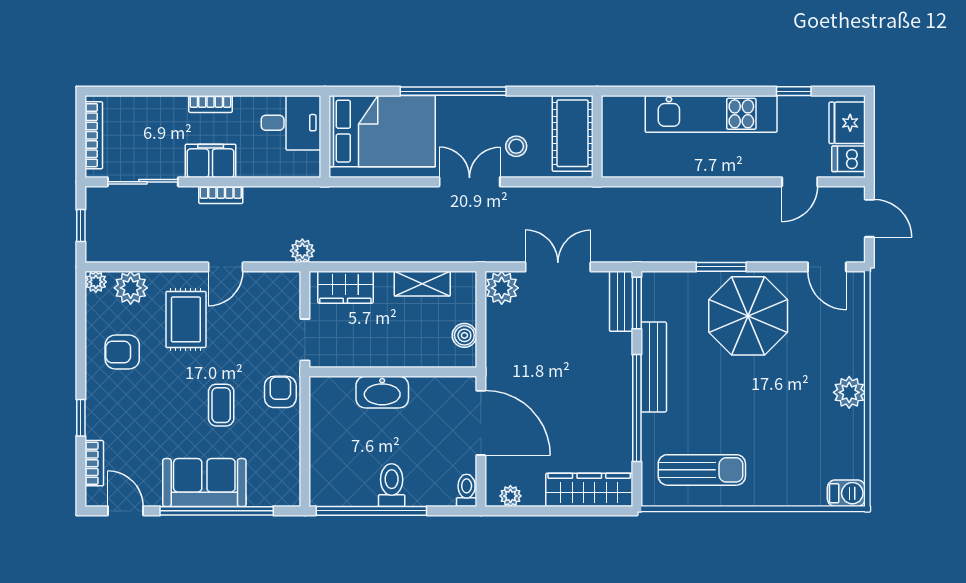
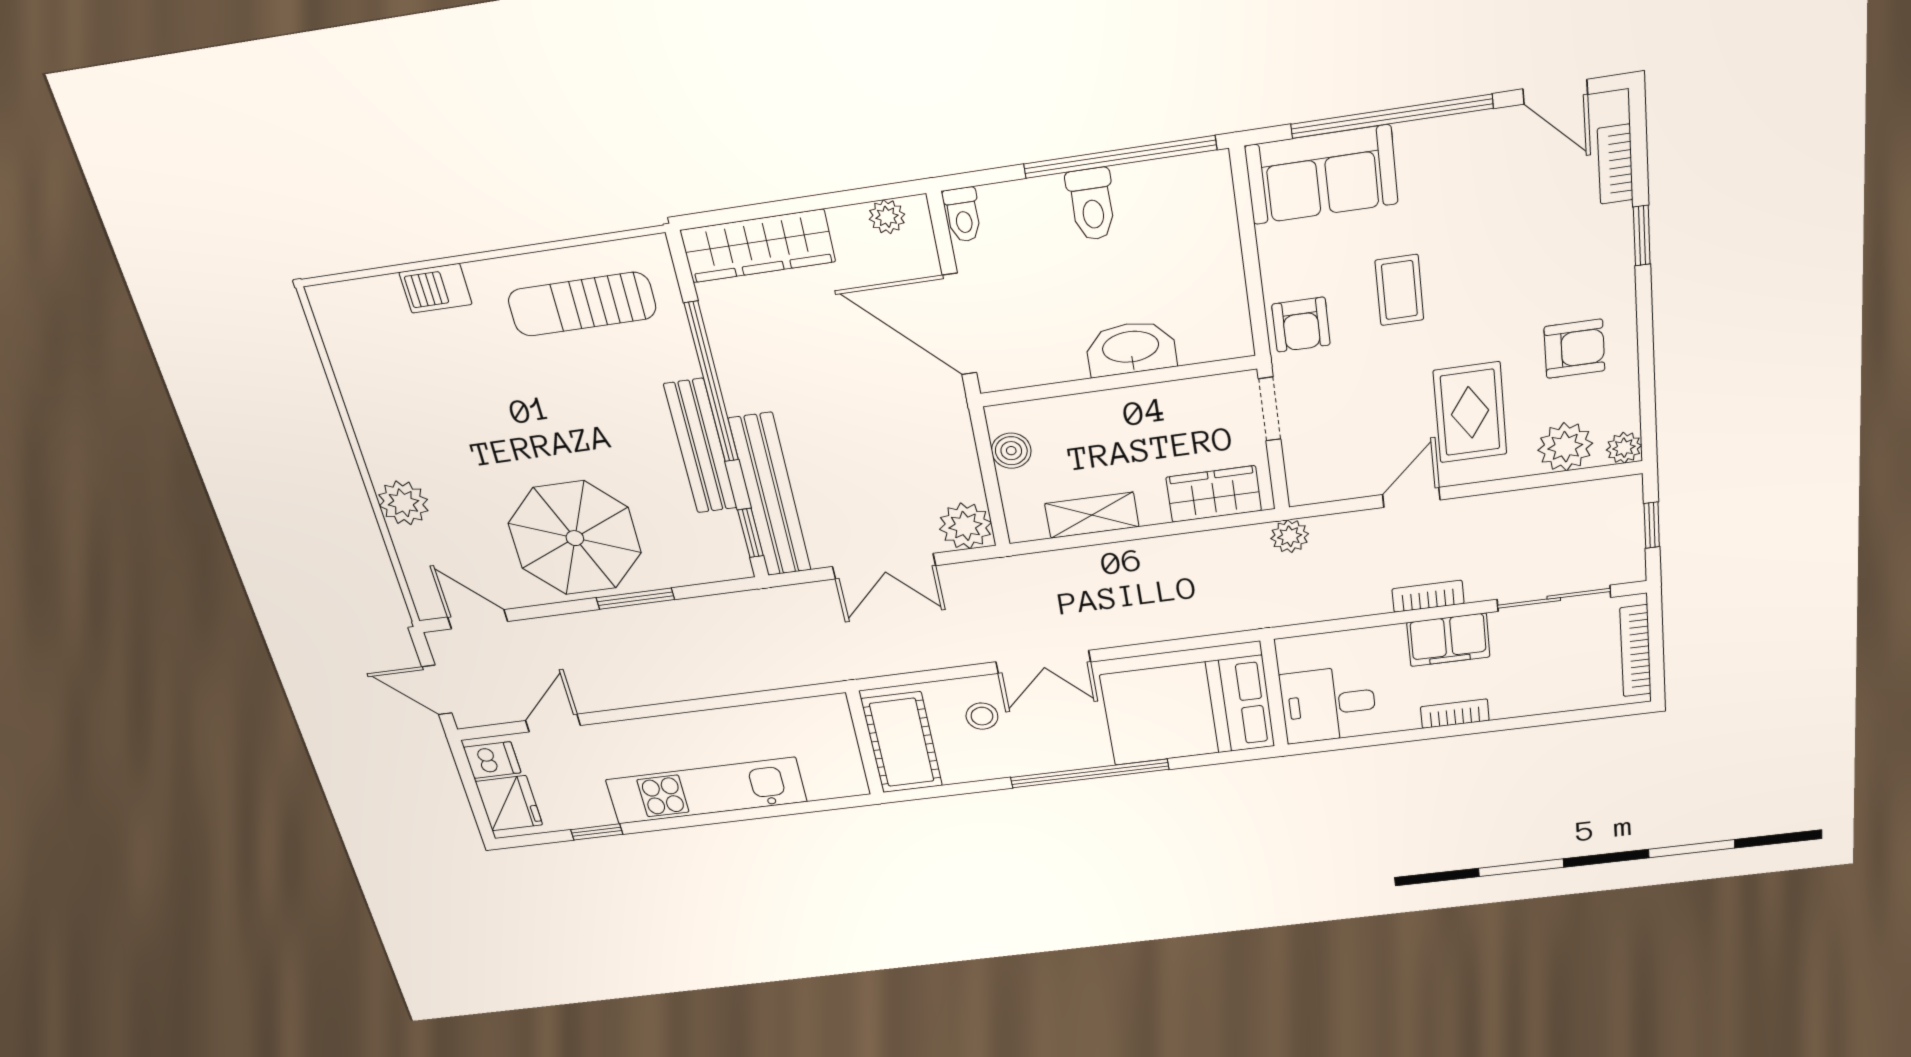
bench: (621, 301) -> (770, 495), width x1.86, depth x1.21
window: (637, 303) -> (750, 533), width x0.67
plant: (849, 392) -> (403, 503), moved
sofa: (204, 483) -> (1321, 175), moved
barbecue: (846, 493) -> (436, 288), moved

